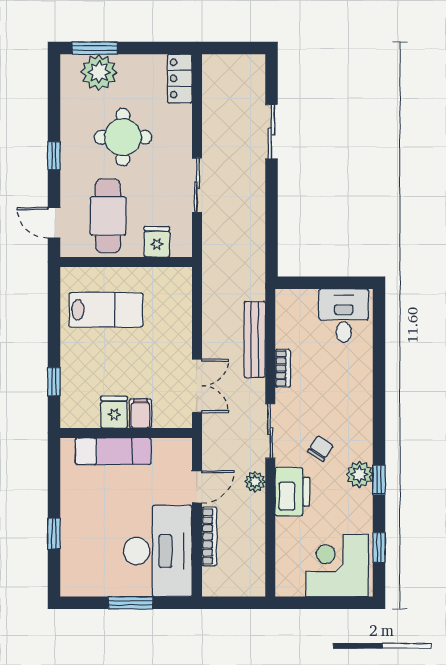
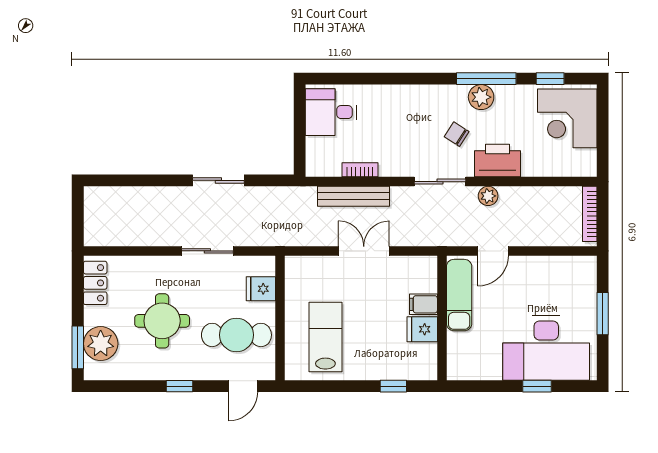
locker: (180, 78) -> (95, 283), moved, turned -90
sliding door: (271, 132) -> (218, 180), moved
bookcase: (283, 368) -> (360, 170), moved
double door: (197, 386) -> (364, 251), moved
exam couch: (113, 451) -> (459, 295), moved
window: (379, 480) -> (486, 79), width x2.17
door: (197, 487) -> (493, 251), swing flipped
bookcase: (209, 536) -> (590, 214), moved, turned -90
desk: (158, 551) -> (546, 348), moved, turned 180

